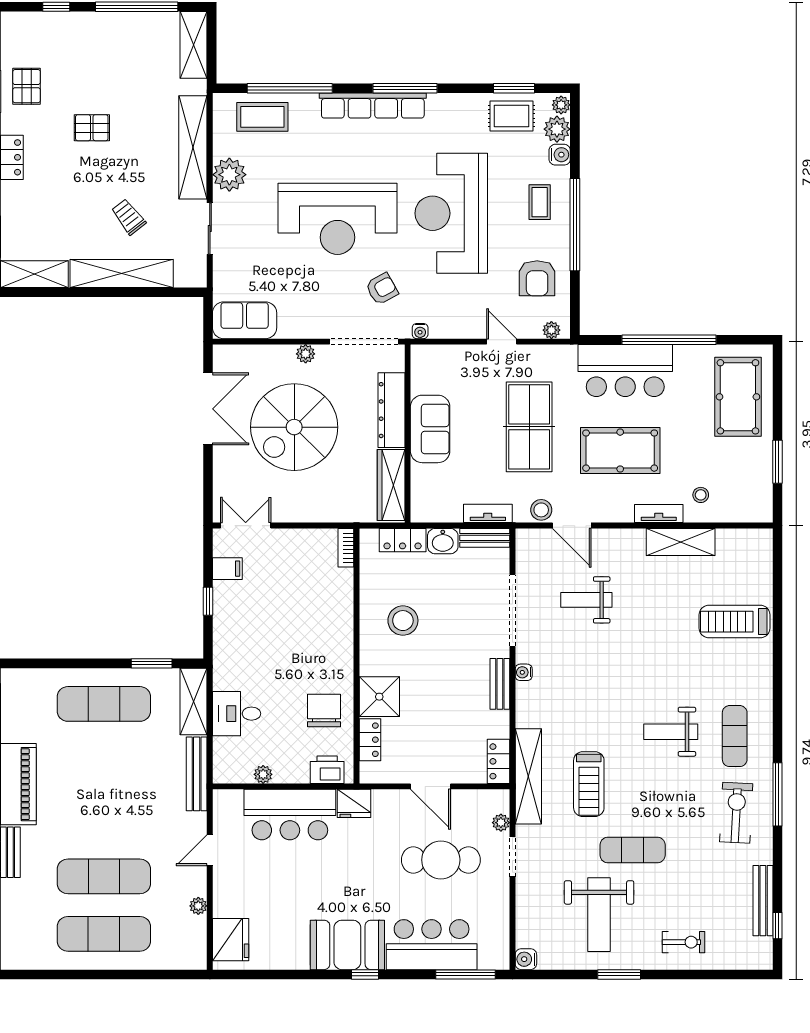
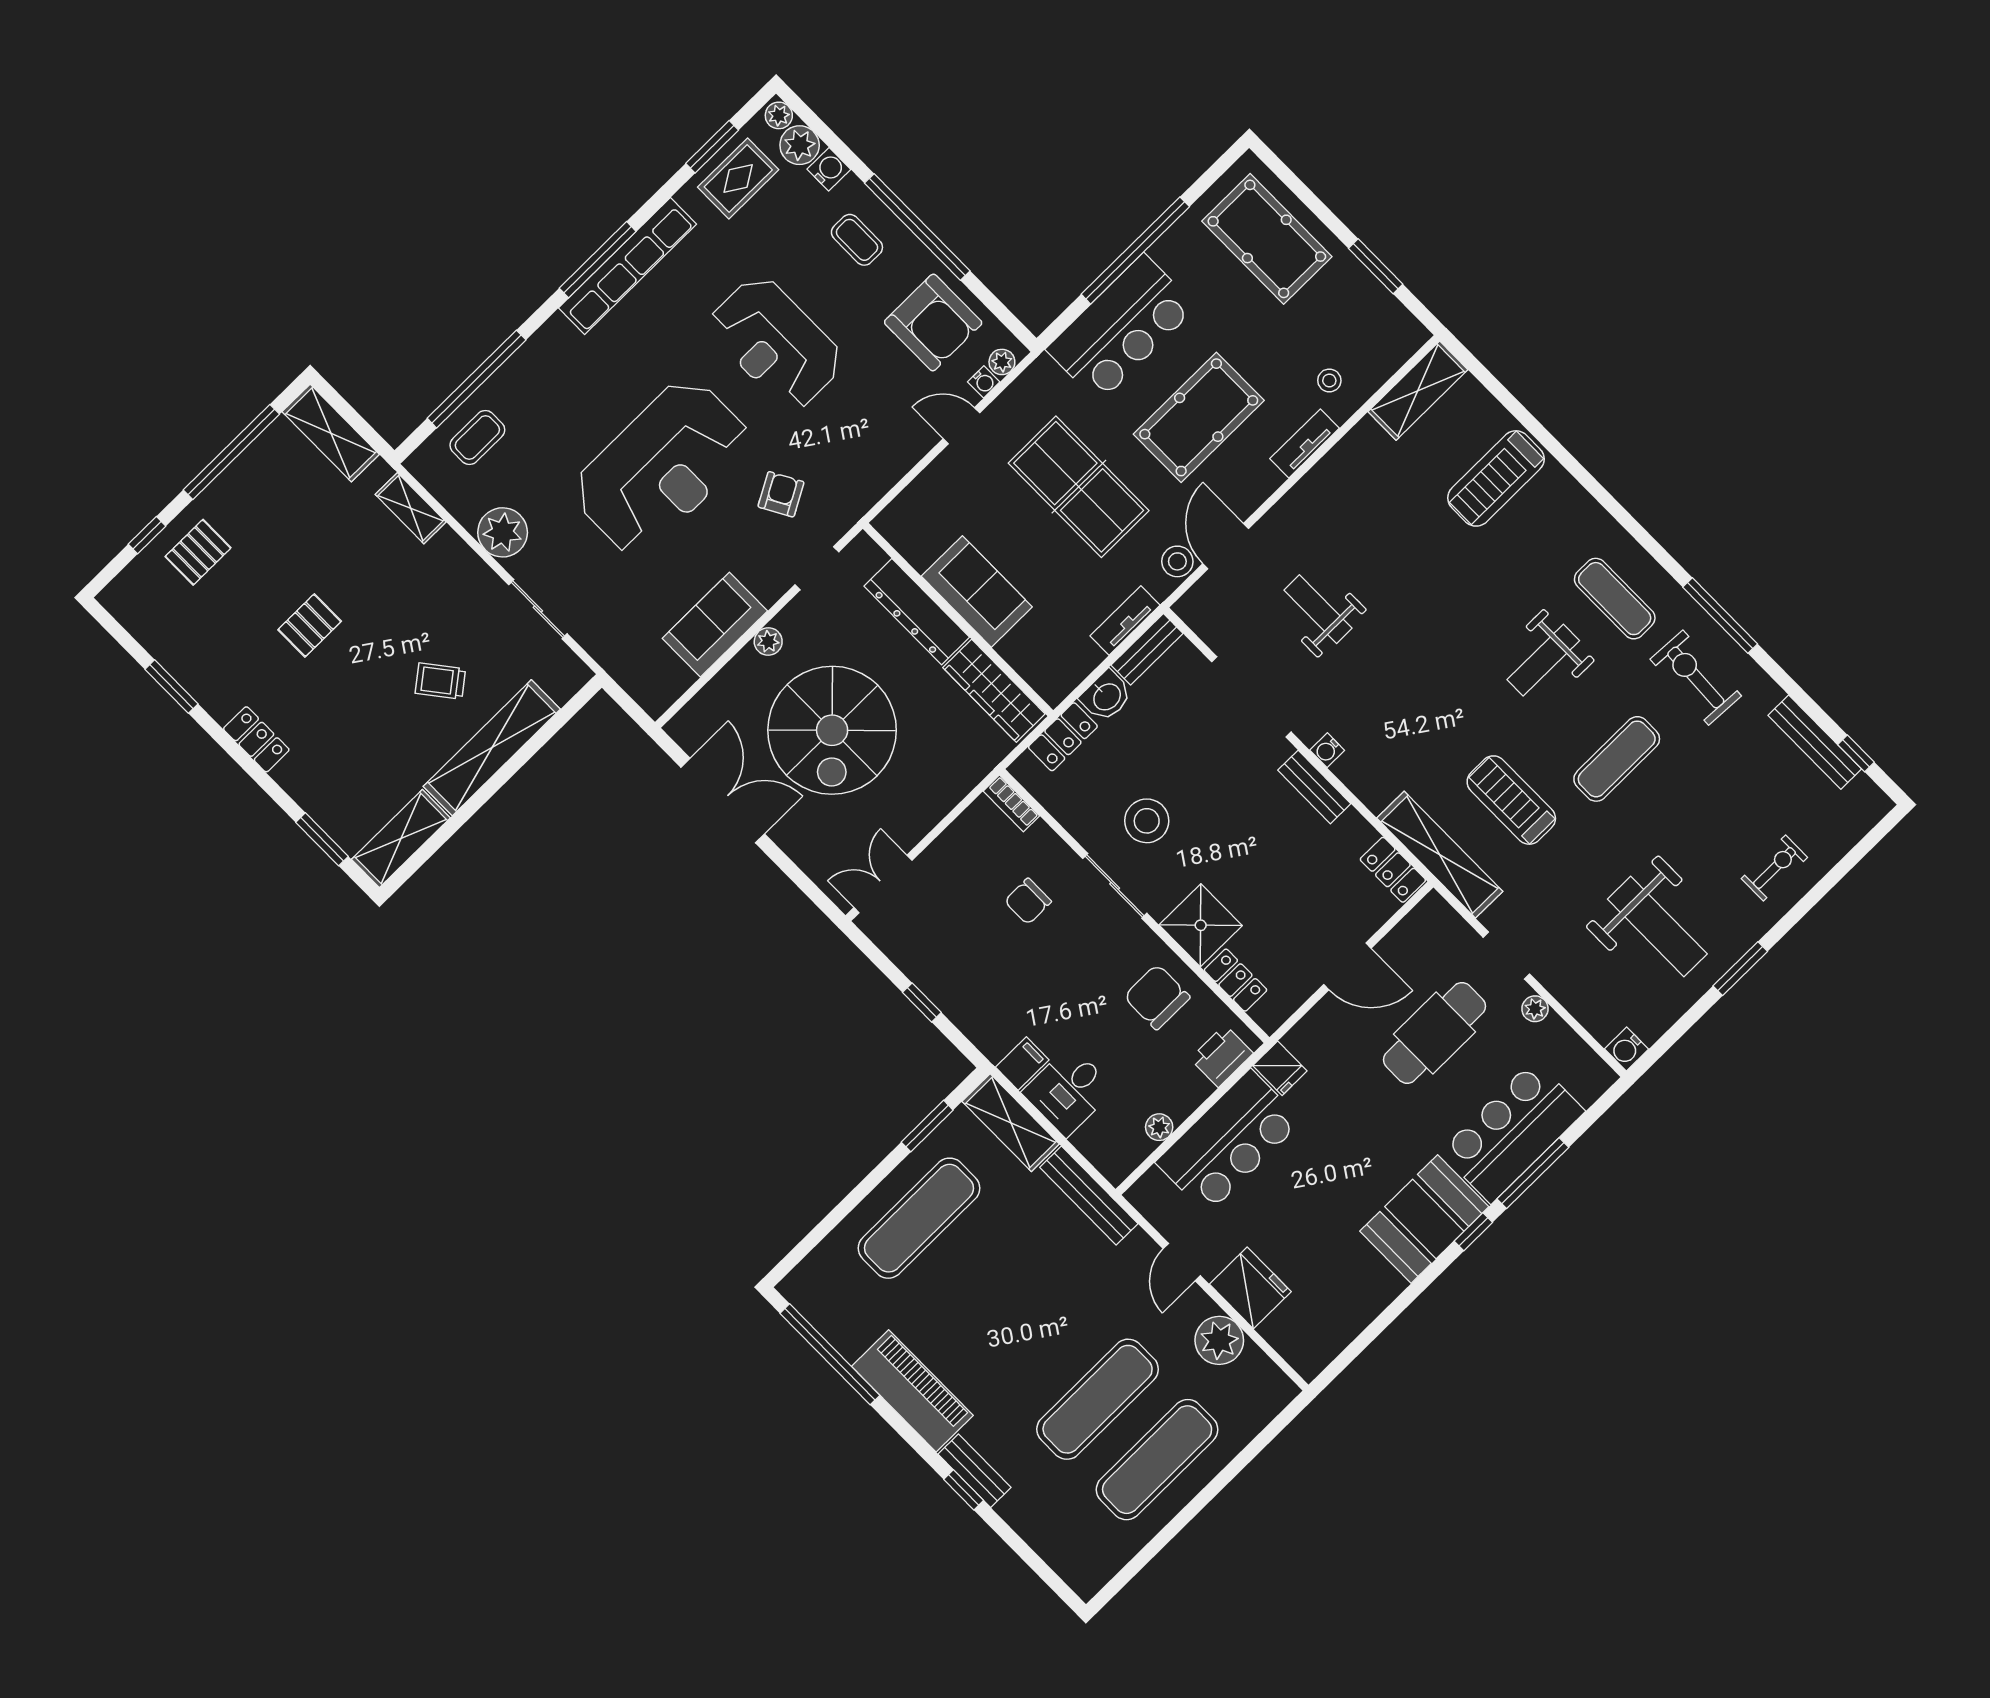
pallet: (27, 86) -> (198, 552), moved, turned 90
row of seats: (373, 106) -> (628, 266), moved
coffee table: (262, 117) -> (477, 438), width x0.73, depth x0.77
shelving: (193, 147) -> (411, 508), width x0.45, depth x0.75
reception desk: (451, 213) -> (776, 343), width x0.74, depth x0.77
armchair: (537, 278) -> (933, 323), width x1.36, depth x1.36
sofa: (245, 320) -> (715, 625), moved
water cooler: (420, 331) -> (984, 382), moved
doorway: (364, 342) -> (817, 568), width x0.53
door: (572, 526) -> (1226, 546), swing flipped
shelving: (681, 542) -> (1418, 391), moved
filing cabinet: (227, 569) -> (1022, 1064), moved
weight bench: (586, 600) -> (1318, 609), turned 90
chair: (307, 603) -> (1028, 901), added
sliding door: (356, 637) -> (1115, 886), added
treadmill: (589, 784) -> (1511, 800), turned 180
fridge: (354, 803) -> (1280, 1068), width x0.72
plant: (501, 823) -> (1535, 1009), moved
exercise mat: (633, 850) -> (1617, 759), moved
plant: (198, 906) -> (1219, 1340), width x1.88, depth x1.88
fridge: (231, 940) -> (1250, 1288), moved
window: (465, 974) -> (1533, 1173), moved

